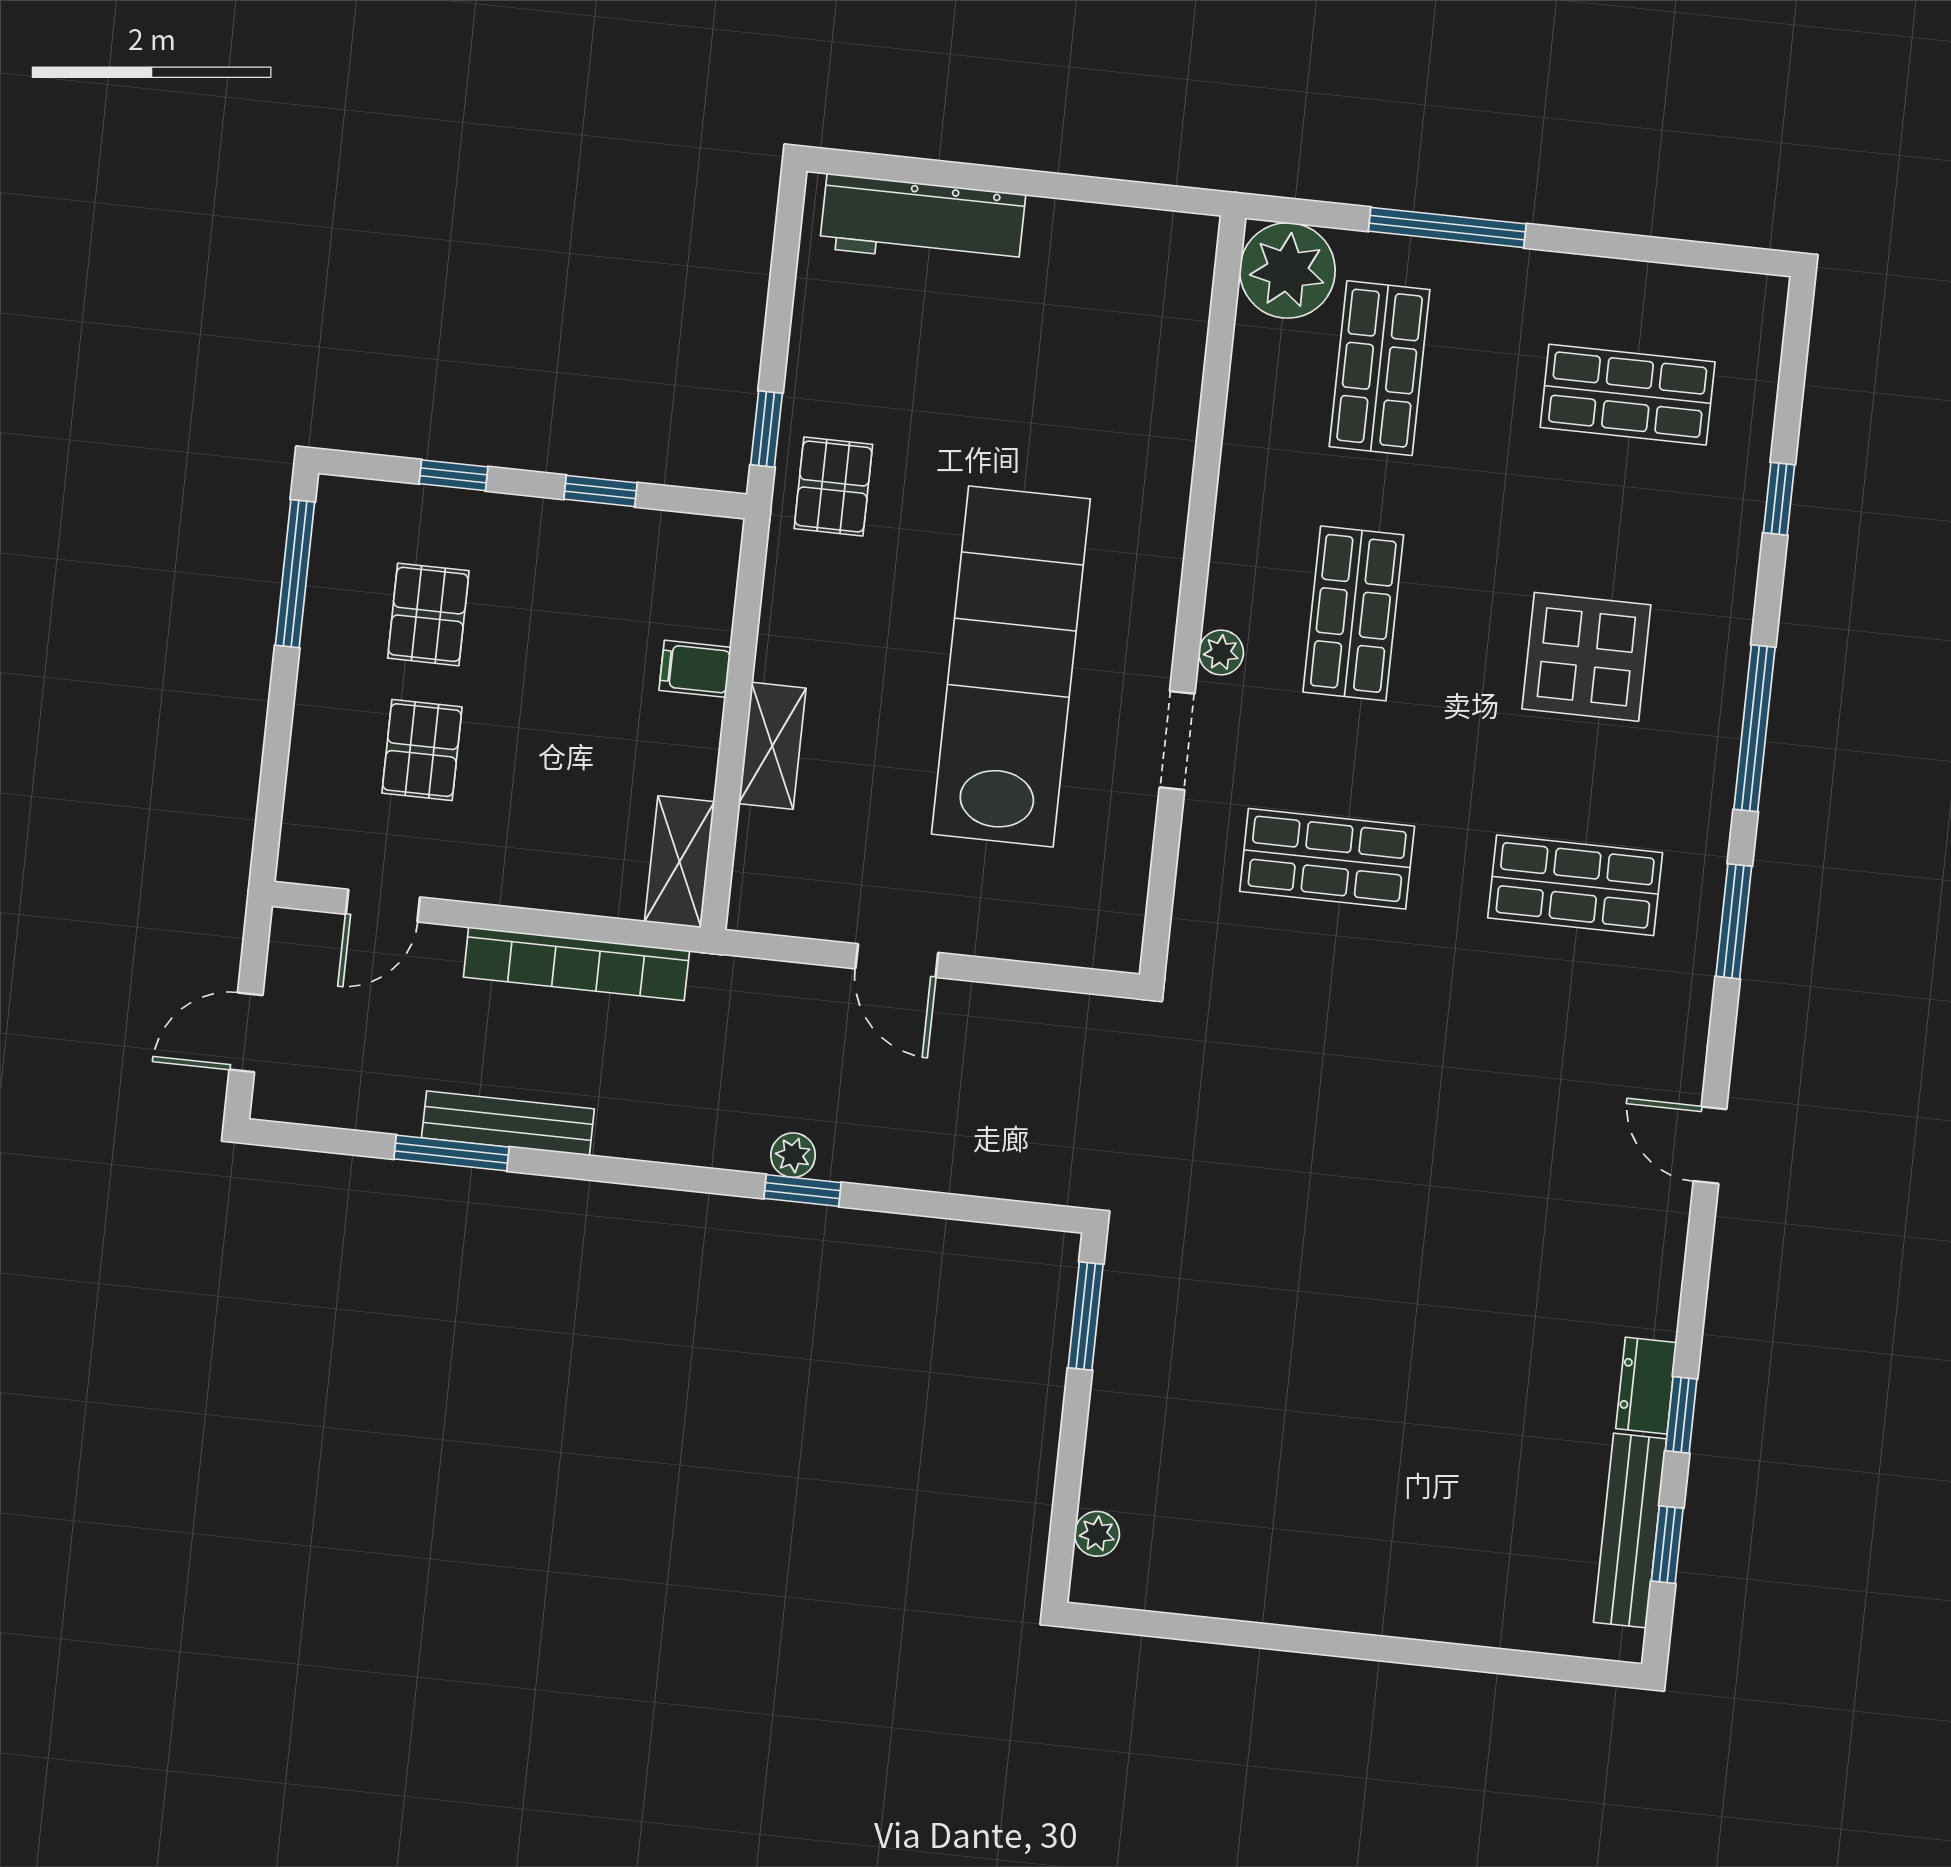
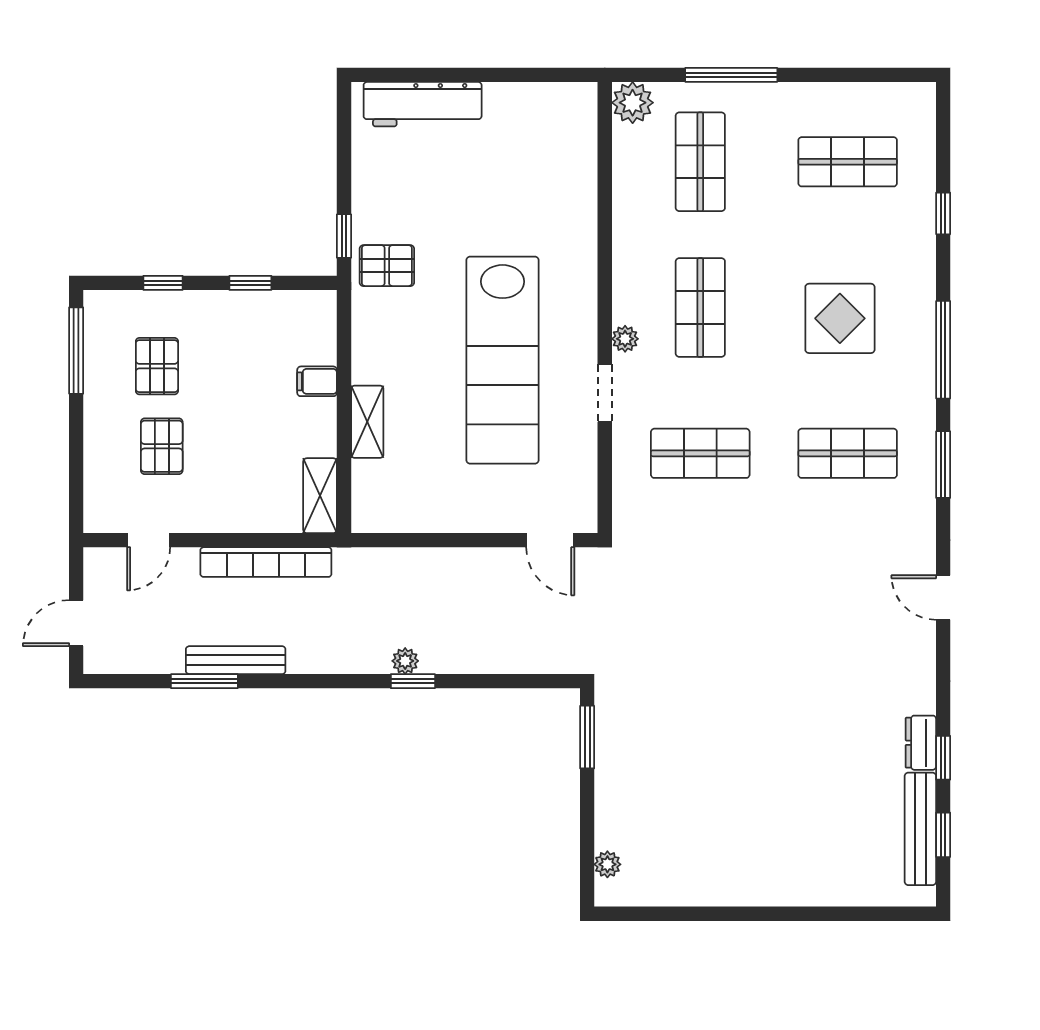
plant: (1287, 270) -> (633, 103), width x0.73, depth x0.73
pallet: (833, 486) -> (387, 266), turned 90
lab bench: (1011, 666) -> (502, 360), turned 180
door: (897, 961) -> (550, 540), moved

